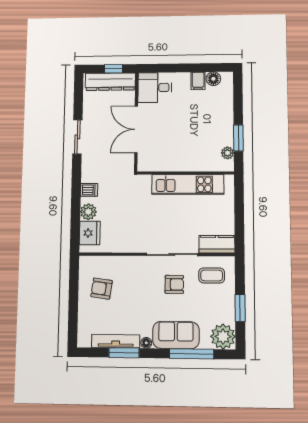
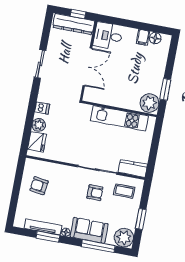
double door: (136, 129) -> (87, 67), swing flipped
plant: (228, 153) -> (149, 103), width x1.88, depth x1.88

